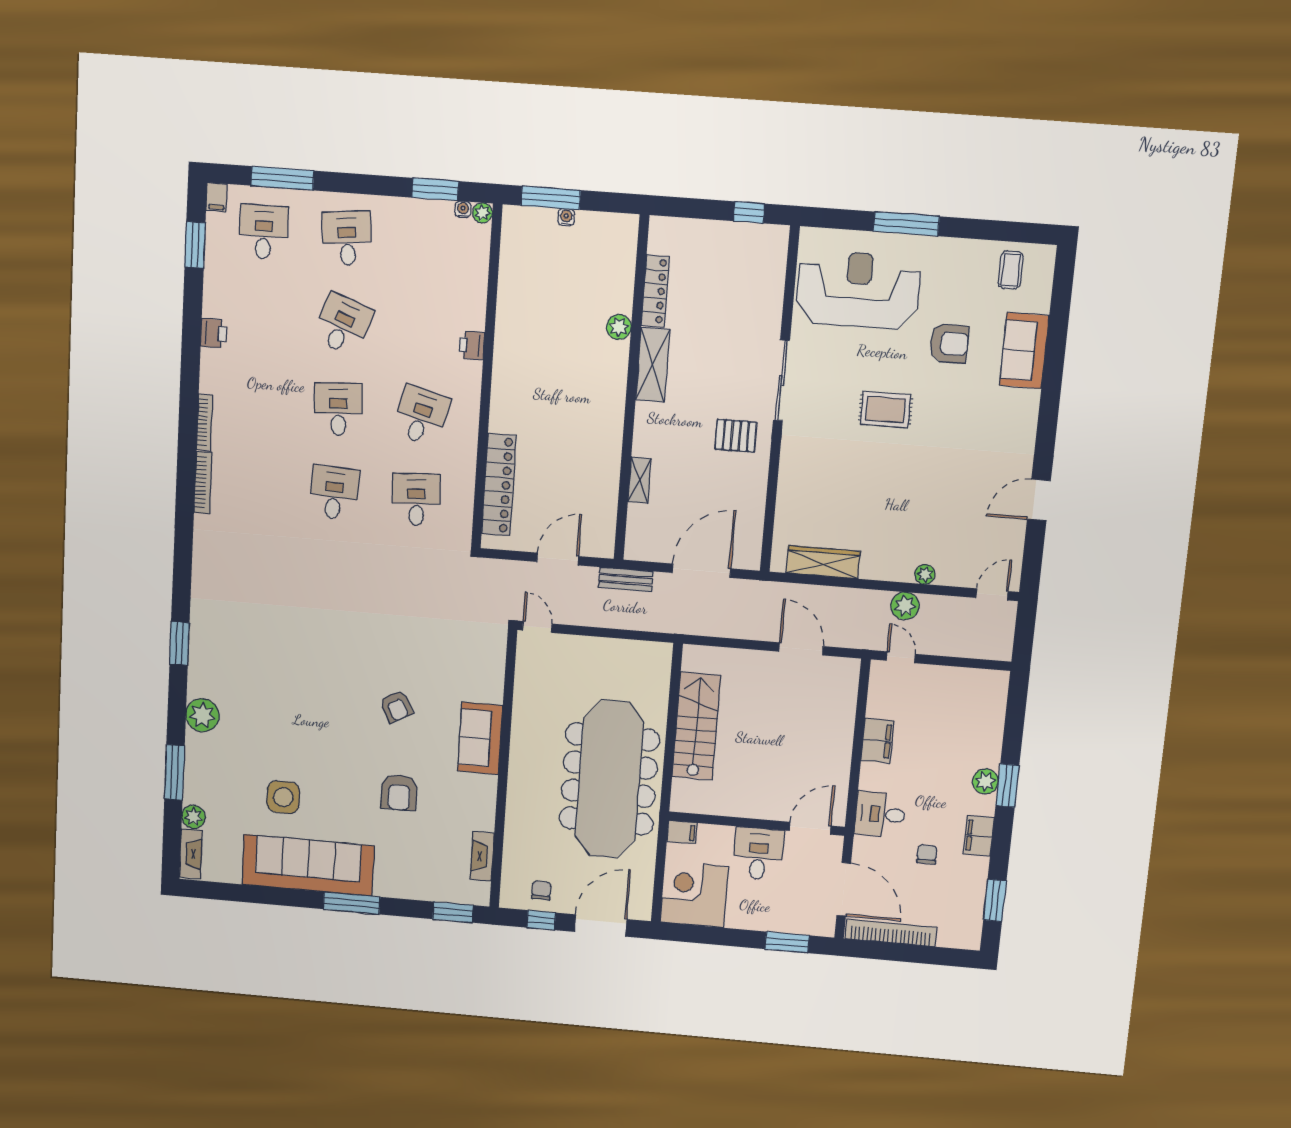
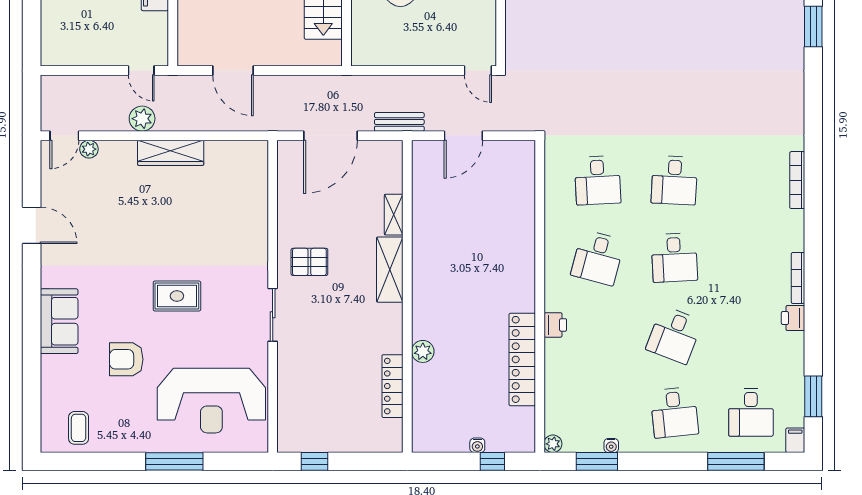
window: (551, 198) -> (492, 461), width x0.46
water cooler: (463, 209) -> (611, 446), moved
sofa: (1024, 351) -> (59, 321), moved
shelving: (653, 365) -> (390, 270), moved
sliding door: (781, 380) -> (273, 315), width x0.73
bookcase: (204, 422) -> (798, 278), moved
locker: (499, 485) -> (522, 359), moved
door: (1039, 500) -> (32, 225), hinge flipped
wardrobe: (823, 562) -> (171, 153), moved
plant: (925, 574) -> (89, 149), moved

